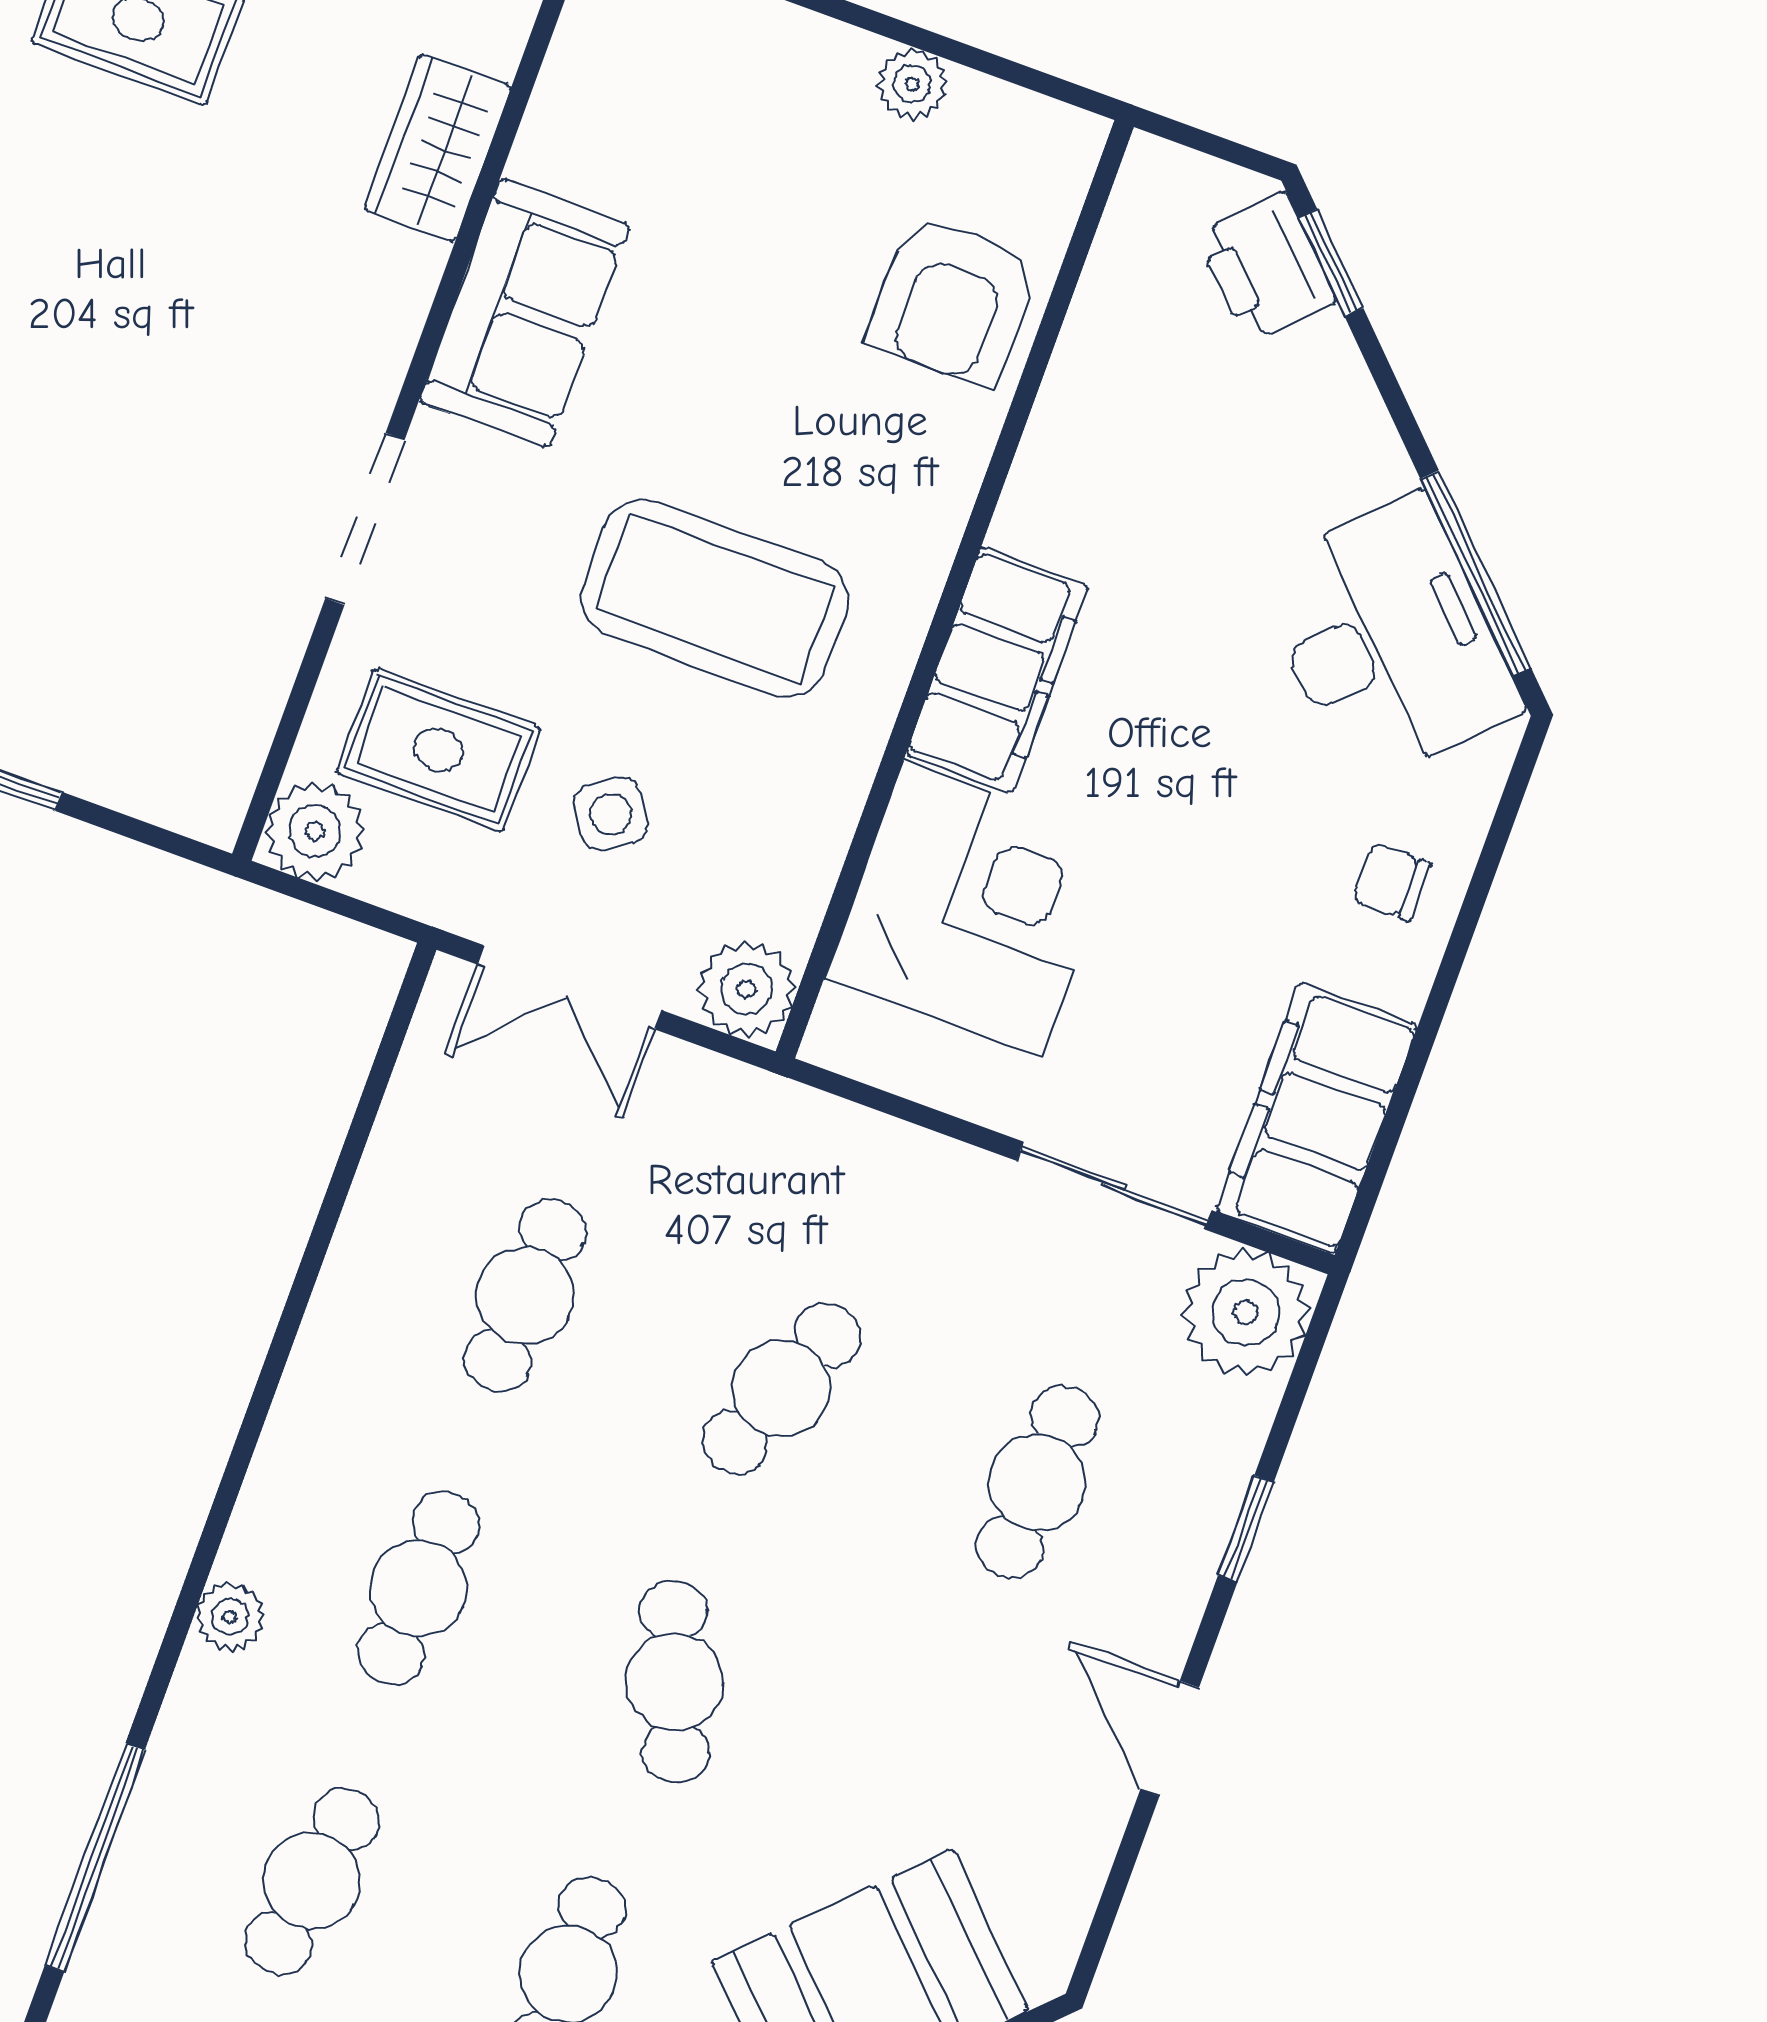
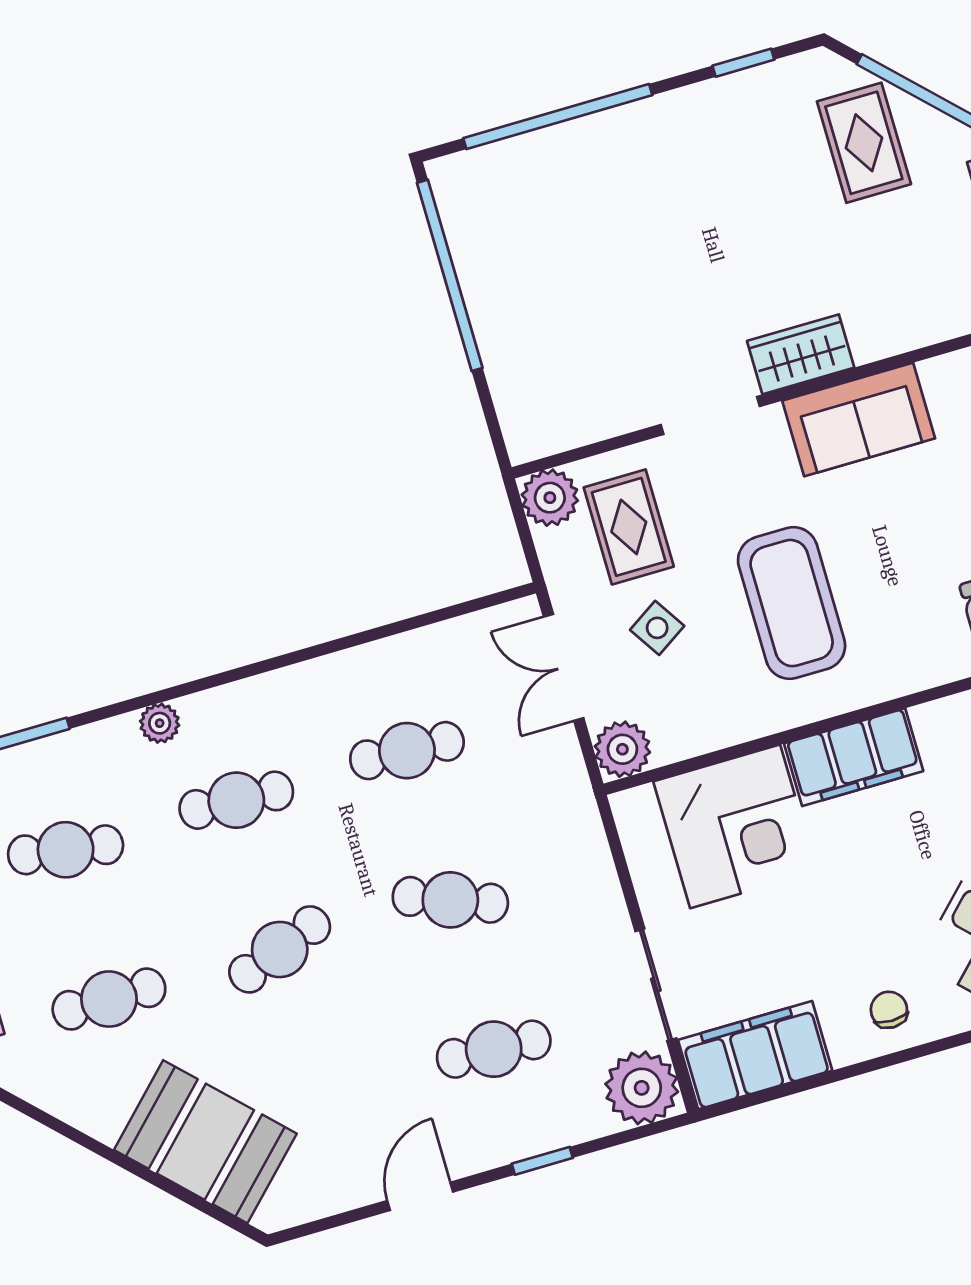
wardrobe: (437, 148) -> (801, 354), moved

